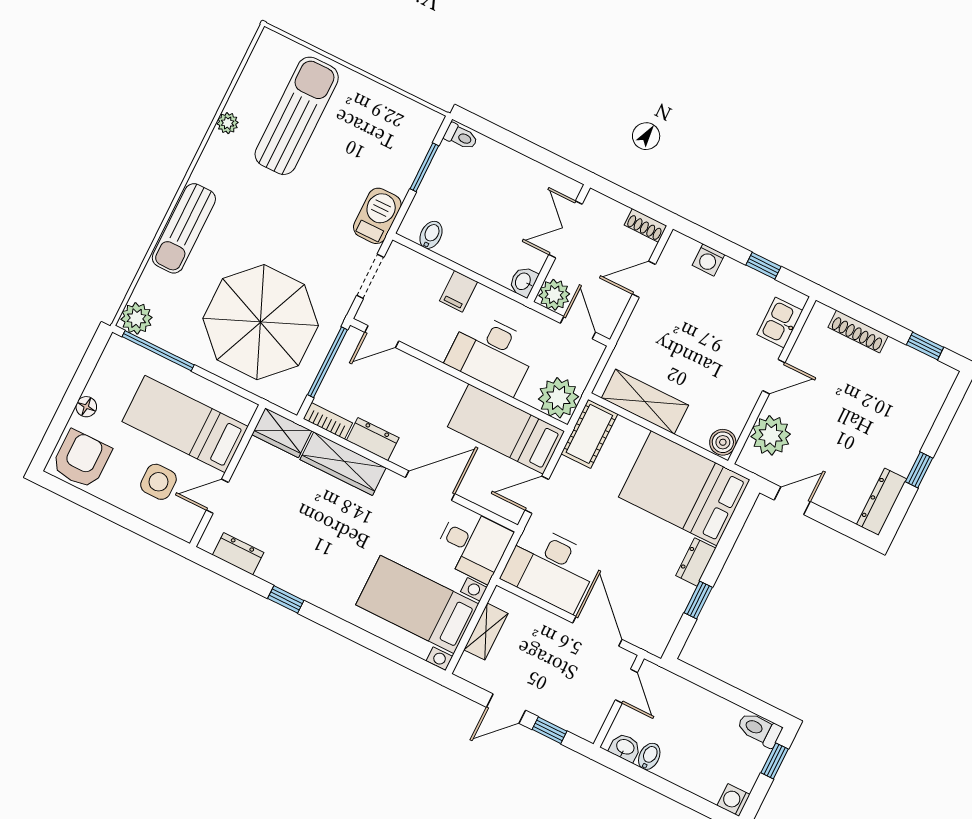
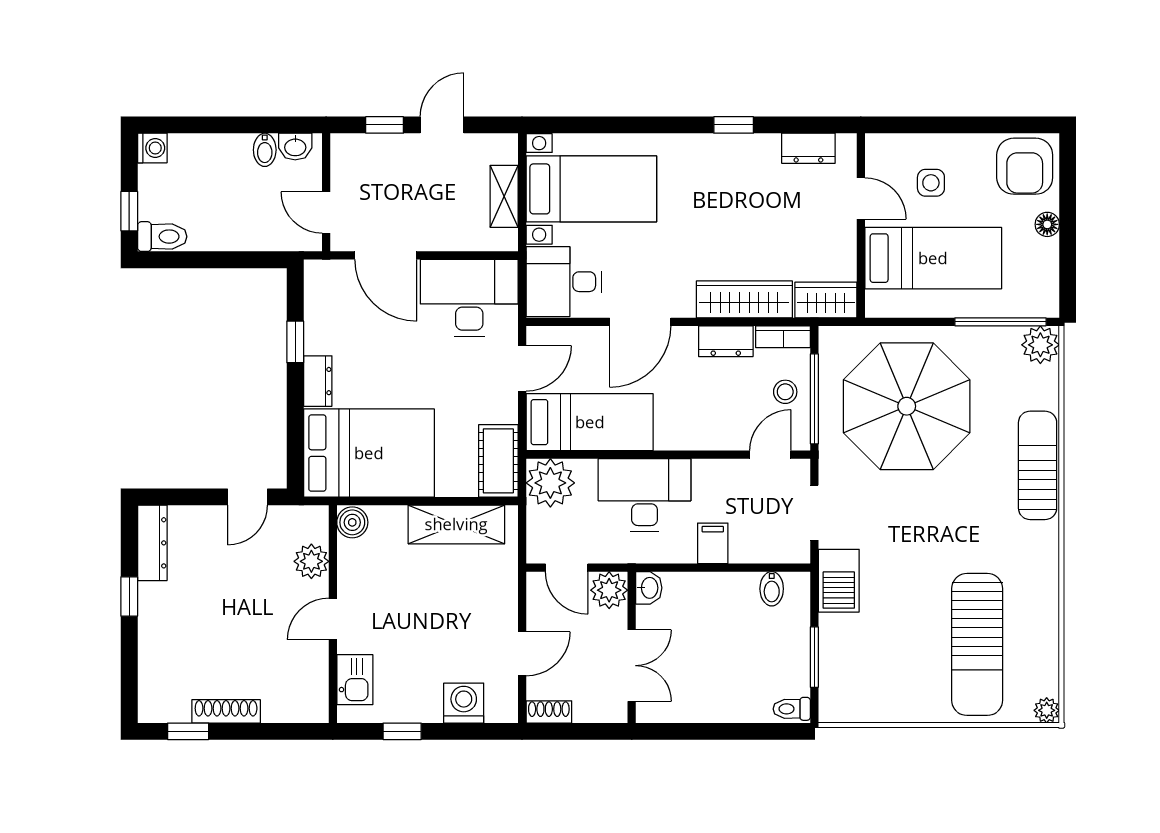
plant: (228, 123) -> (1047, 710), moved
washing machine: (708, 260) -> (464, 703), width x1.38, depth x1.38
shoe rack: (858, 331) -> (226, 711), moved
stool: (347, 379) -> (785, 392), added
plant: (771, 435) -> (311, 561), width x0.73, depth x0.73
side table: (158, 482) -> (931, 183), width x0.73, depth x0.73
door: (217, 496) -> (861, 198), hinge flipped

